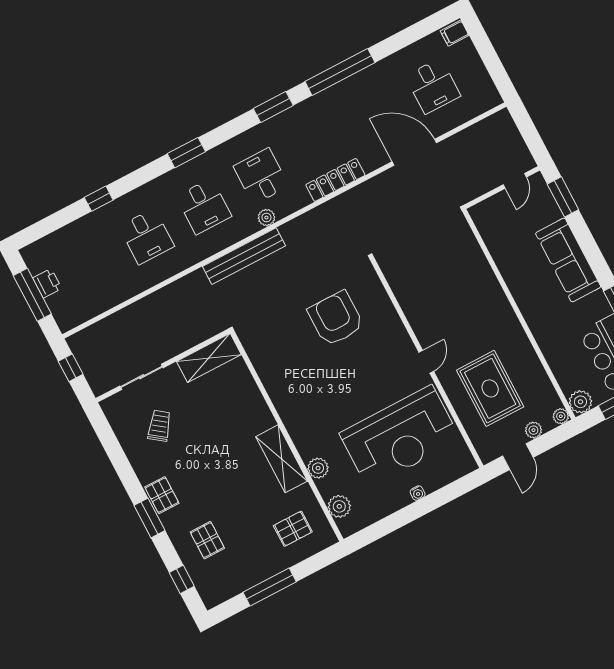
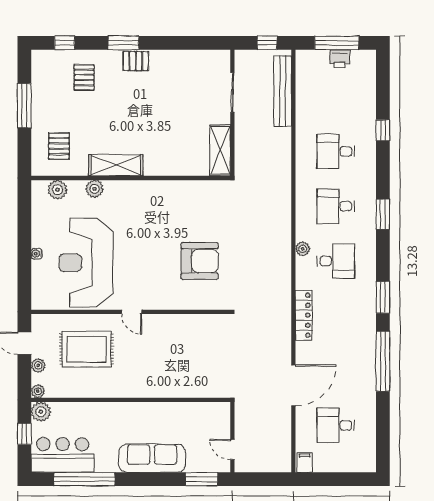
filing cabinet: (455, 33) -> (305, 462), moved
bench: (244, 256) -> (283, 91), moved
trolley: (159, 426) -> (189, 87), removed
pallet: (207, 540) -> (84, 77), turned 90

